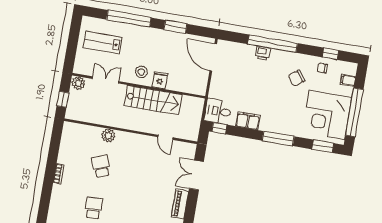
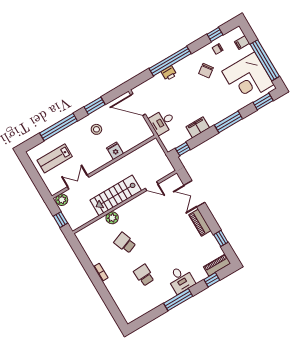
stool: (141, 72) -> (96, 129), moved
stairs: (153, 100) -> (116, 195), moved, turned 180
desk: (218, 111) -> (162, 122), moved

